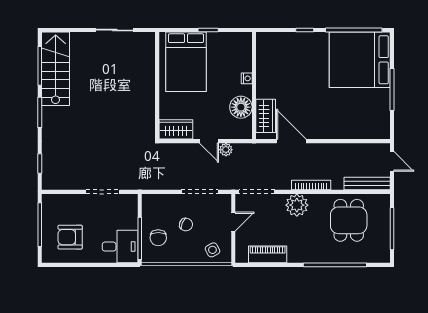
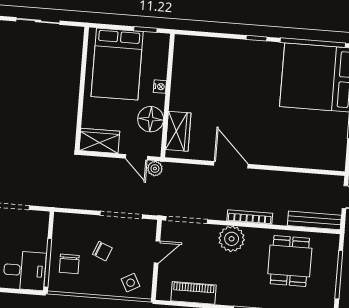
nightstand: (247, 78) -> (160, 87), moved
wall: (254, 86) -> (168, 95), moved
floor lamp: (241, 107) -> (151, 119), moved
wardrobe: (266, 116) -> (178, 131), moved

